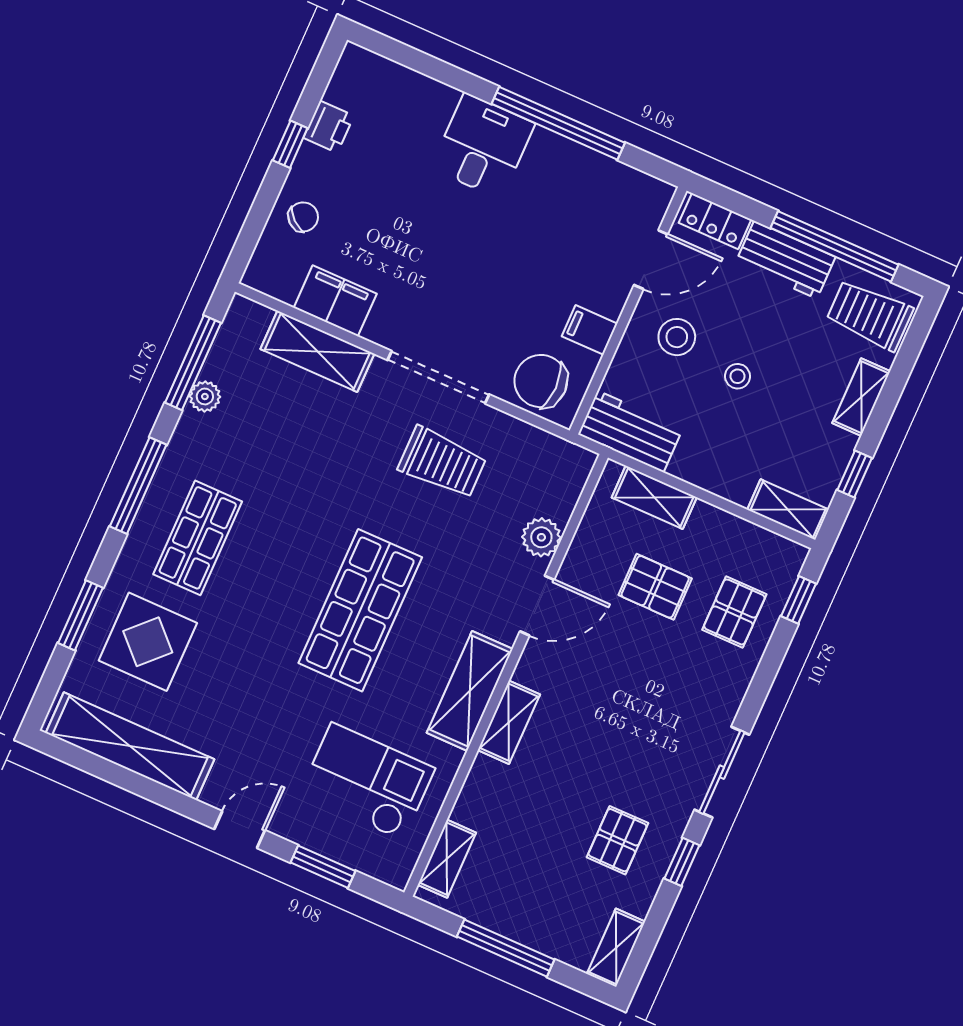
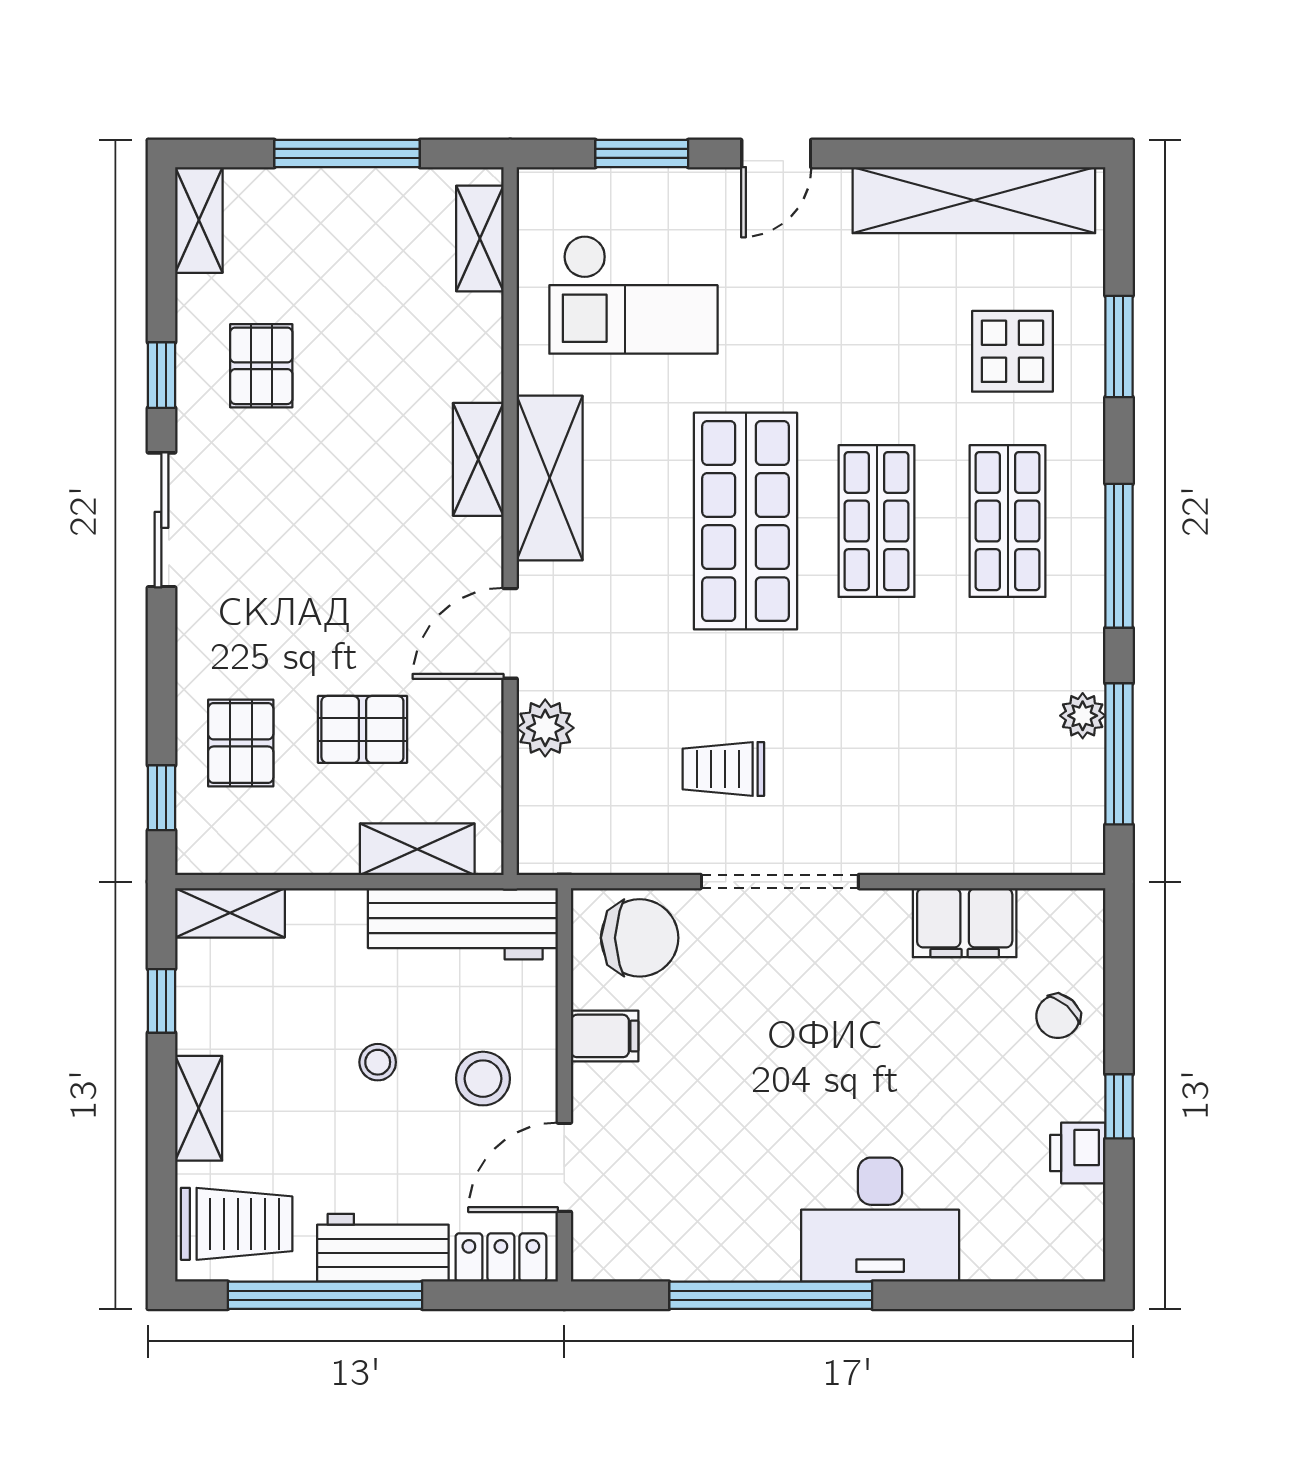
desk: (483, 146) -> (880, 1220), width x1.37
shelving: (317, 351) -> (958, 844), removed
workbench: (630, 431) -> (463, 924), width x1.38
trolley: (442, 463) -> (723, 769), width x0.73, depth x0.72
shop shelf: (279, 574) -> (877, 521), added
display table: (148, 642) -> (1012, 351), width x0.73, depth x0.73

